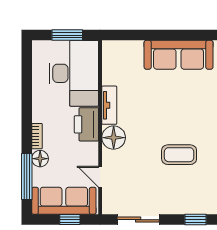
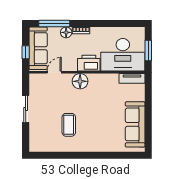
tv unit: (109, 105) -> (132, 78), moved
sliding door: (138, 220) -> (26, 109), moved
window: (196, 220) -> (26, 136), removed

